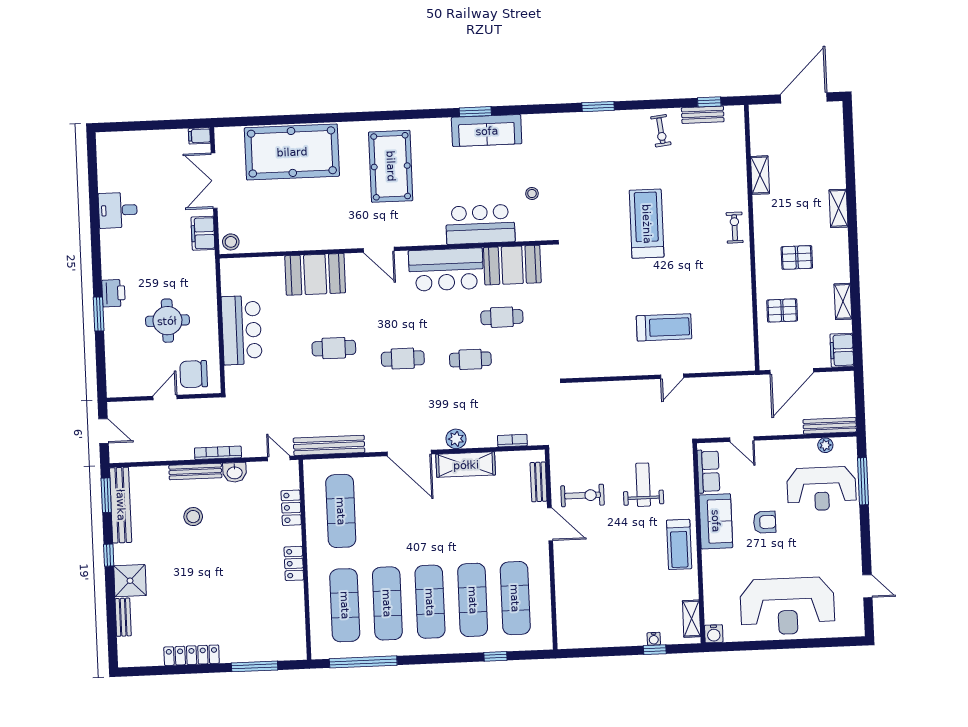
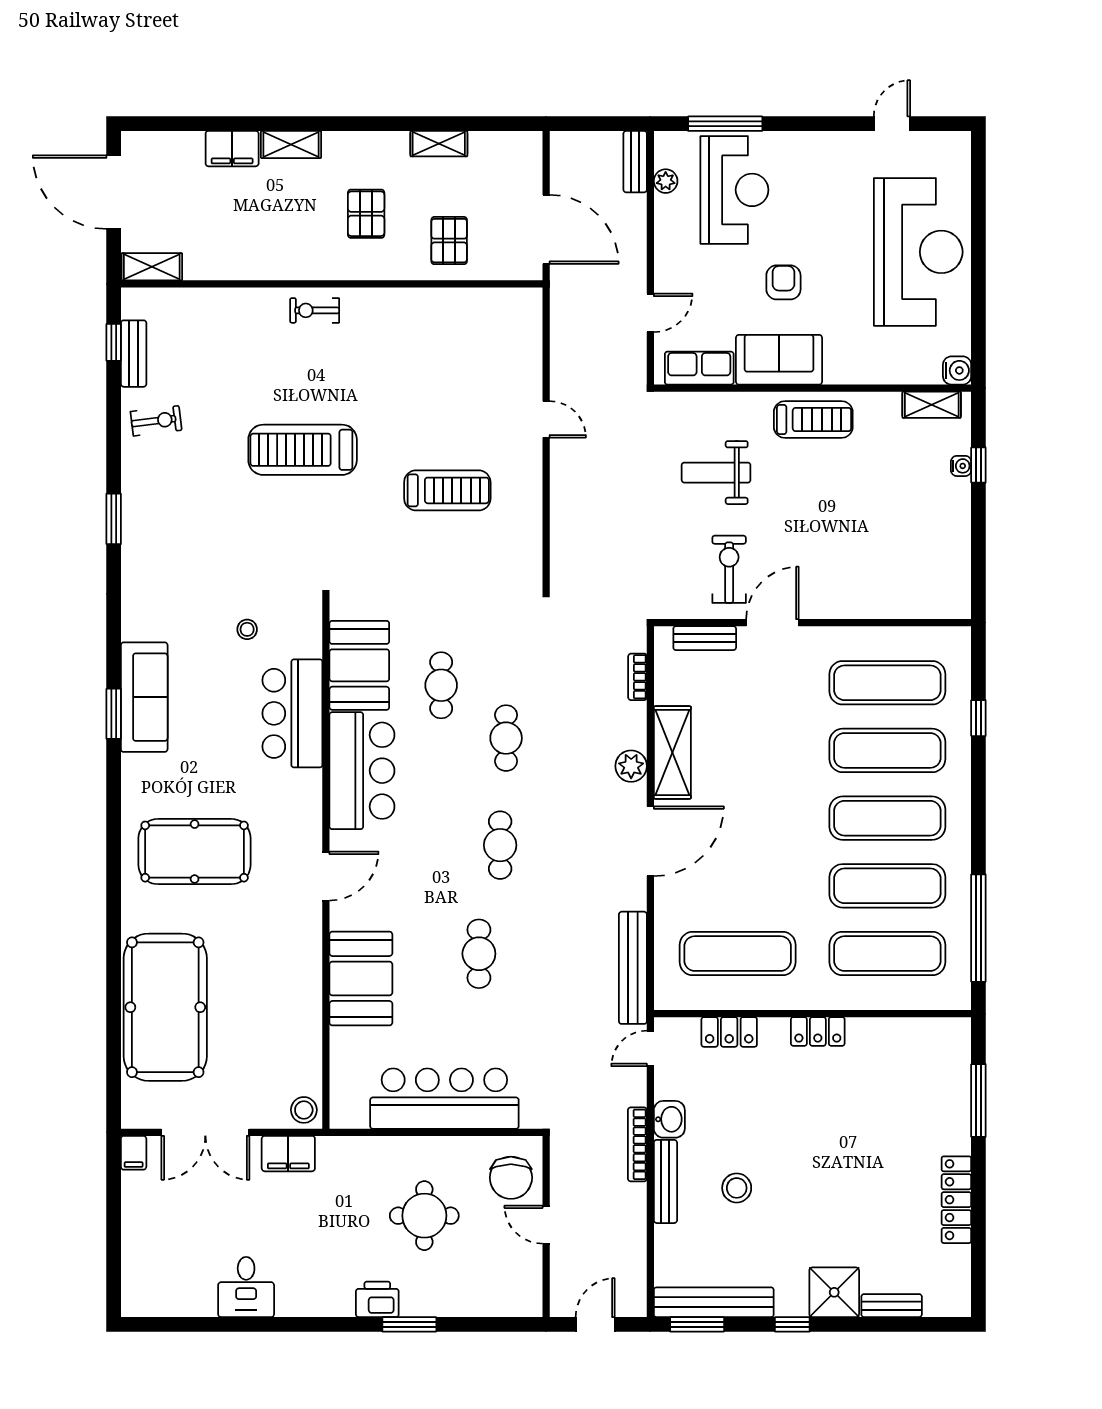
shelving: (760, 175) -> (152, 267), moved
treadmill: (664, 327) -> (447, 490), moved, turned 90
bar counter: (242, 330) -> (444, 1099), width x1.36
filing cabinet: (842, 350) -> (232, 149), moved
bench: (830, 426) -> (635, 162), width x0.73

